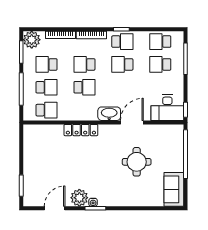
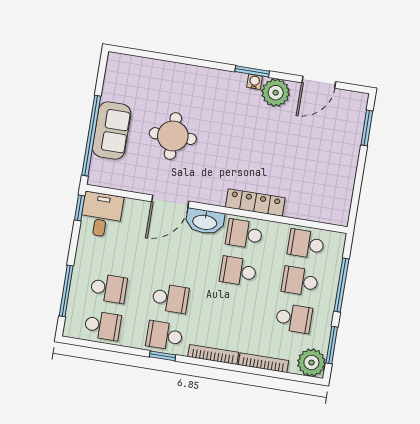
school desk: (84, 64) -> (244, 234), moved, turned 180
desk: (167, 108) -> (101, 215), width x0.73
sofa: (174, 189) -> (112, 131), moved

